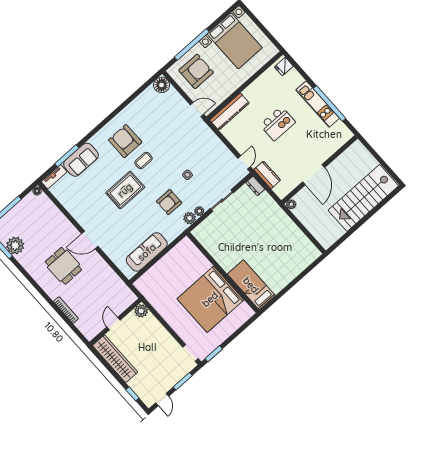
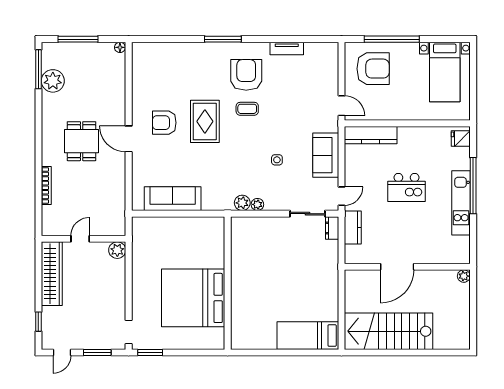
bed with nightstands: (235, 41) -> (445, 72), width x0.73
floor lamp: (162, 85) -> (329, 52), removed
window: (330, 103) -> (473, 186), moved
window: (67, 156) -> (223, 39), moved
sofa: (81, 160) -> (326, 155), moved, turned 90
tv unit: (54, 177) -> (287, 48), moved
rug: (125, 190) -> (205, 121), turned 90
stairs: (363, 198) -> (389, 331), moved
sliding door: (222, 201) -> (308, 214), moved
armchair: (169, 202) -> (164, 123), moved
plant: (291, 204) -> (464, 276), moved
bed: (251, 285) -> (308, 335), moved, turned -90

